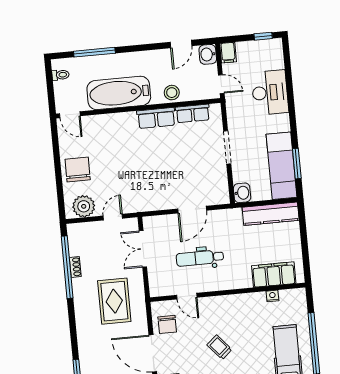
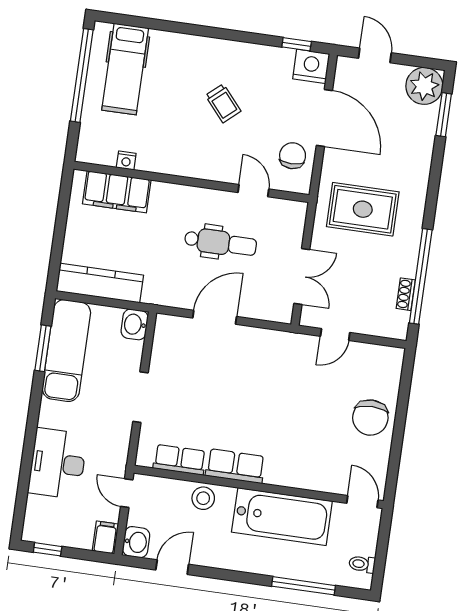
plant: (84, 206) -> (374, 361), removed
shoe rack: (75, 267) -> (406, 294), moved
rug: (114, 301) -> (363, 209), turned 90

